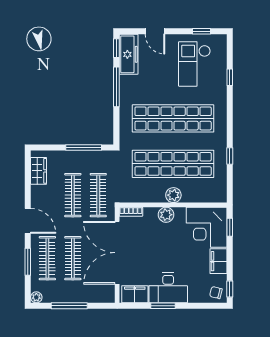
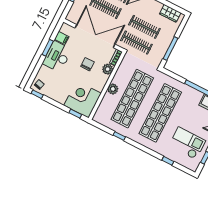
plant: (166, 215) -> (108, 69), moved
chair: (158, 244) -> (87, 64), added
filing cabinet: (218, 261) -> (58, 96), removed
filing cabinet: (135, 294) -> (62, 38), width x0.50

